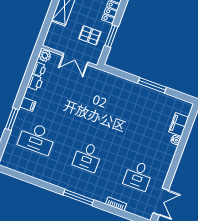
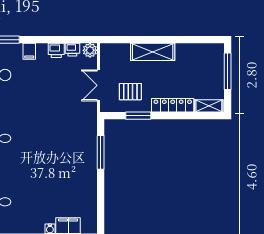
pallet: (90, 35) -> (130, 92), turned 90
window: (152, 85) -> (101, 152), moved

